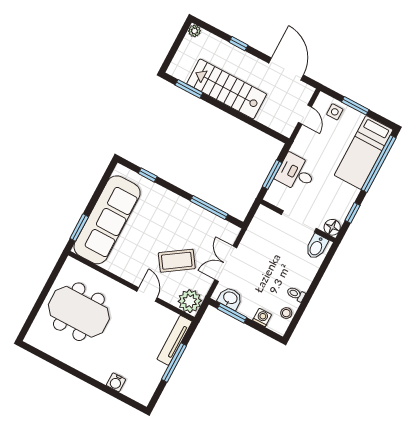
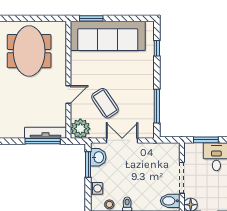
window: (174, 363) -> (43, 141), moved

